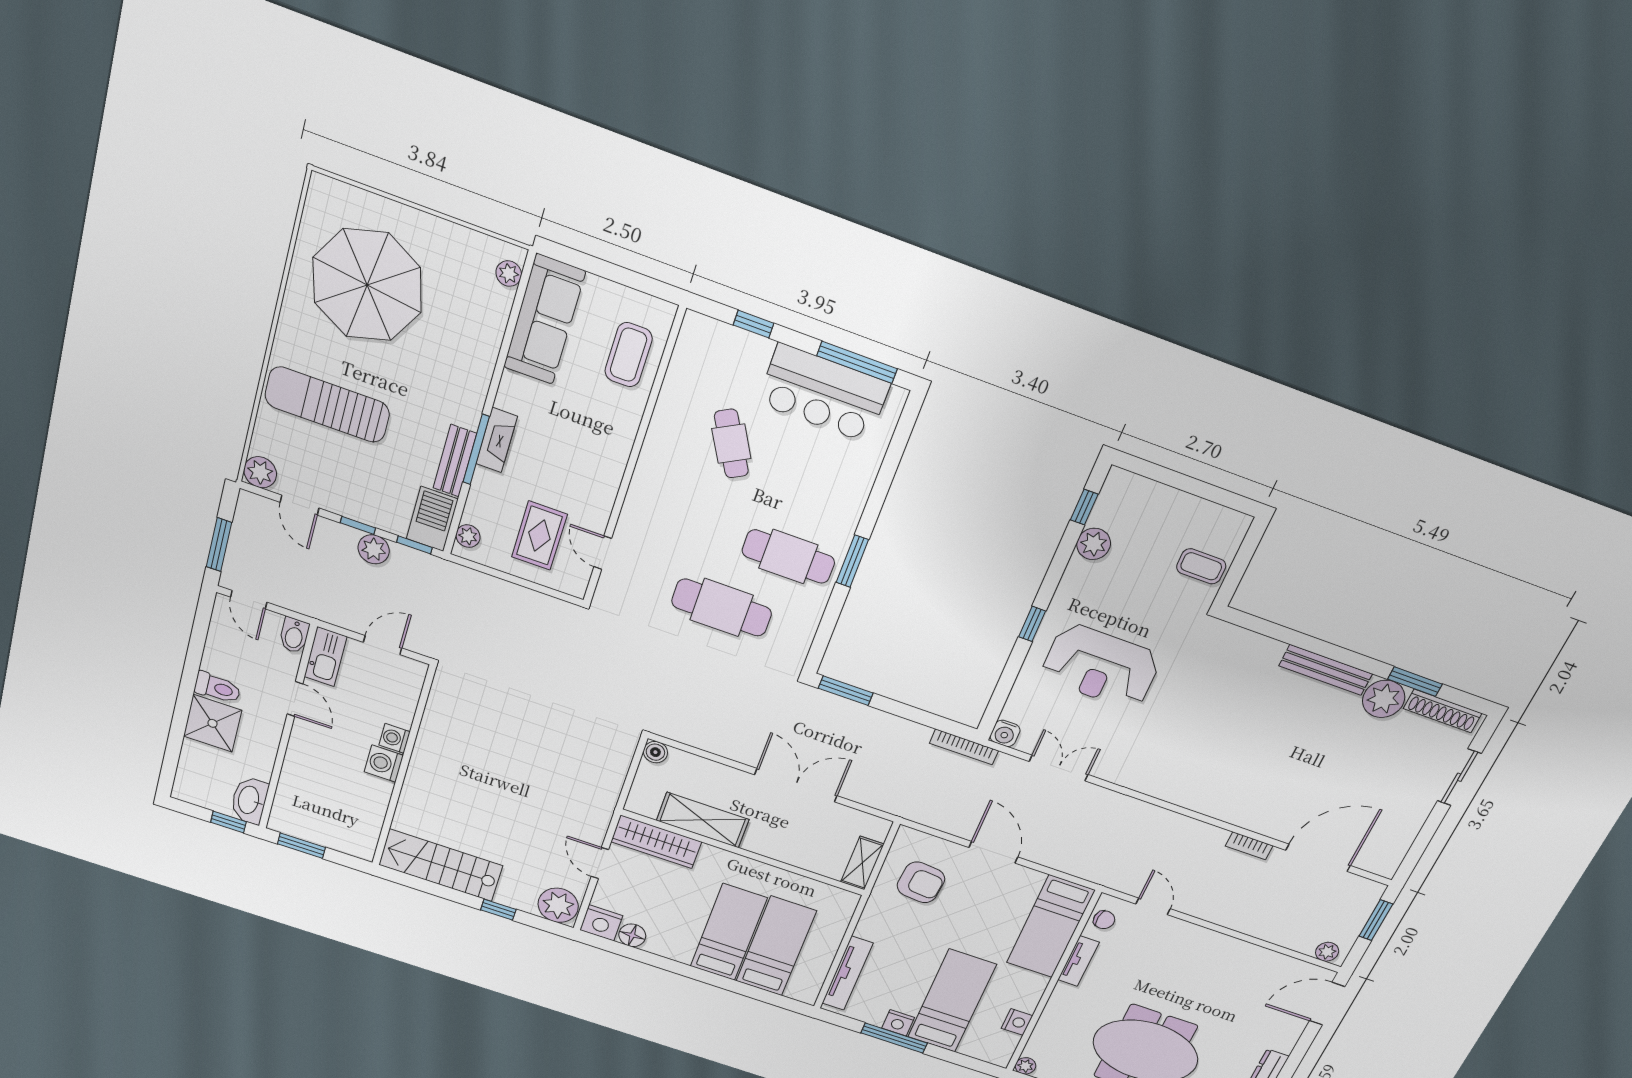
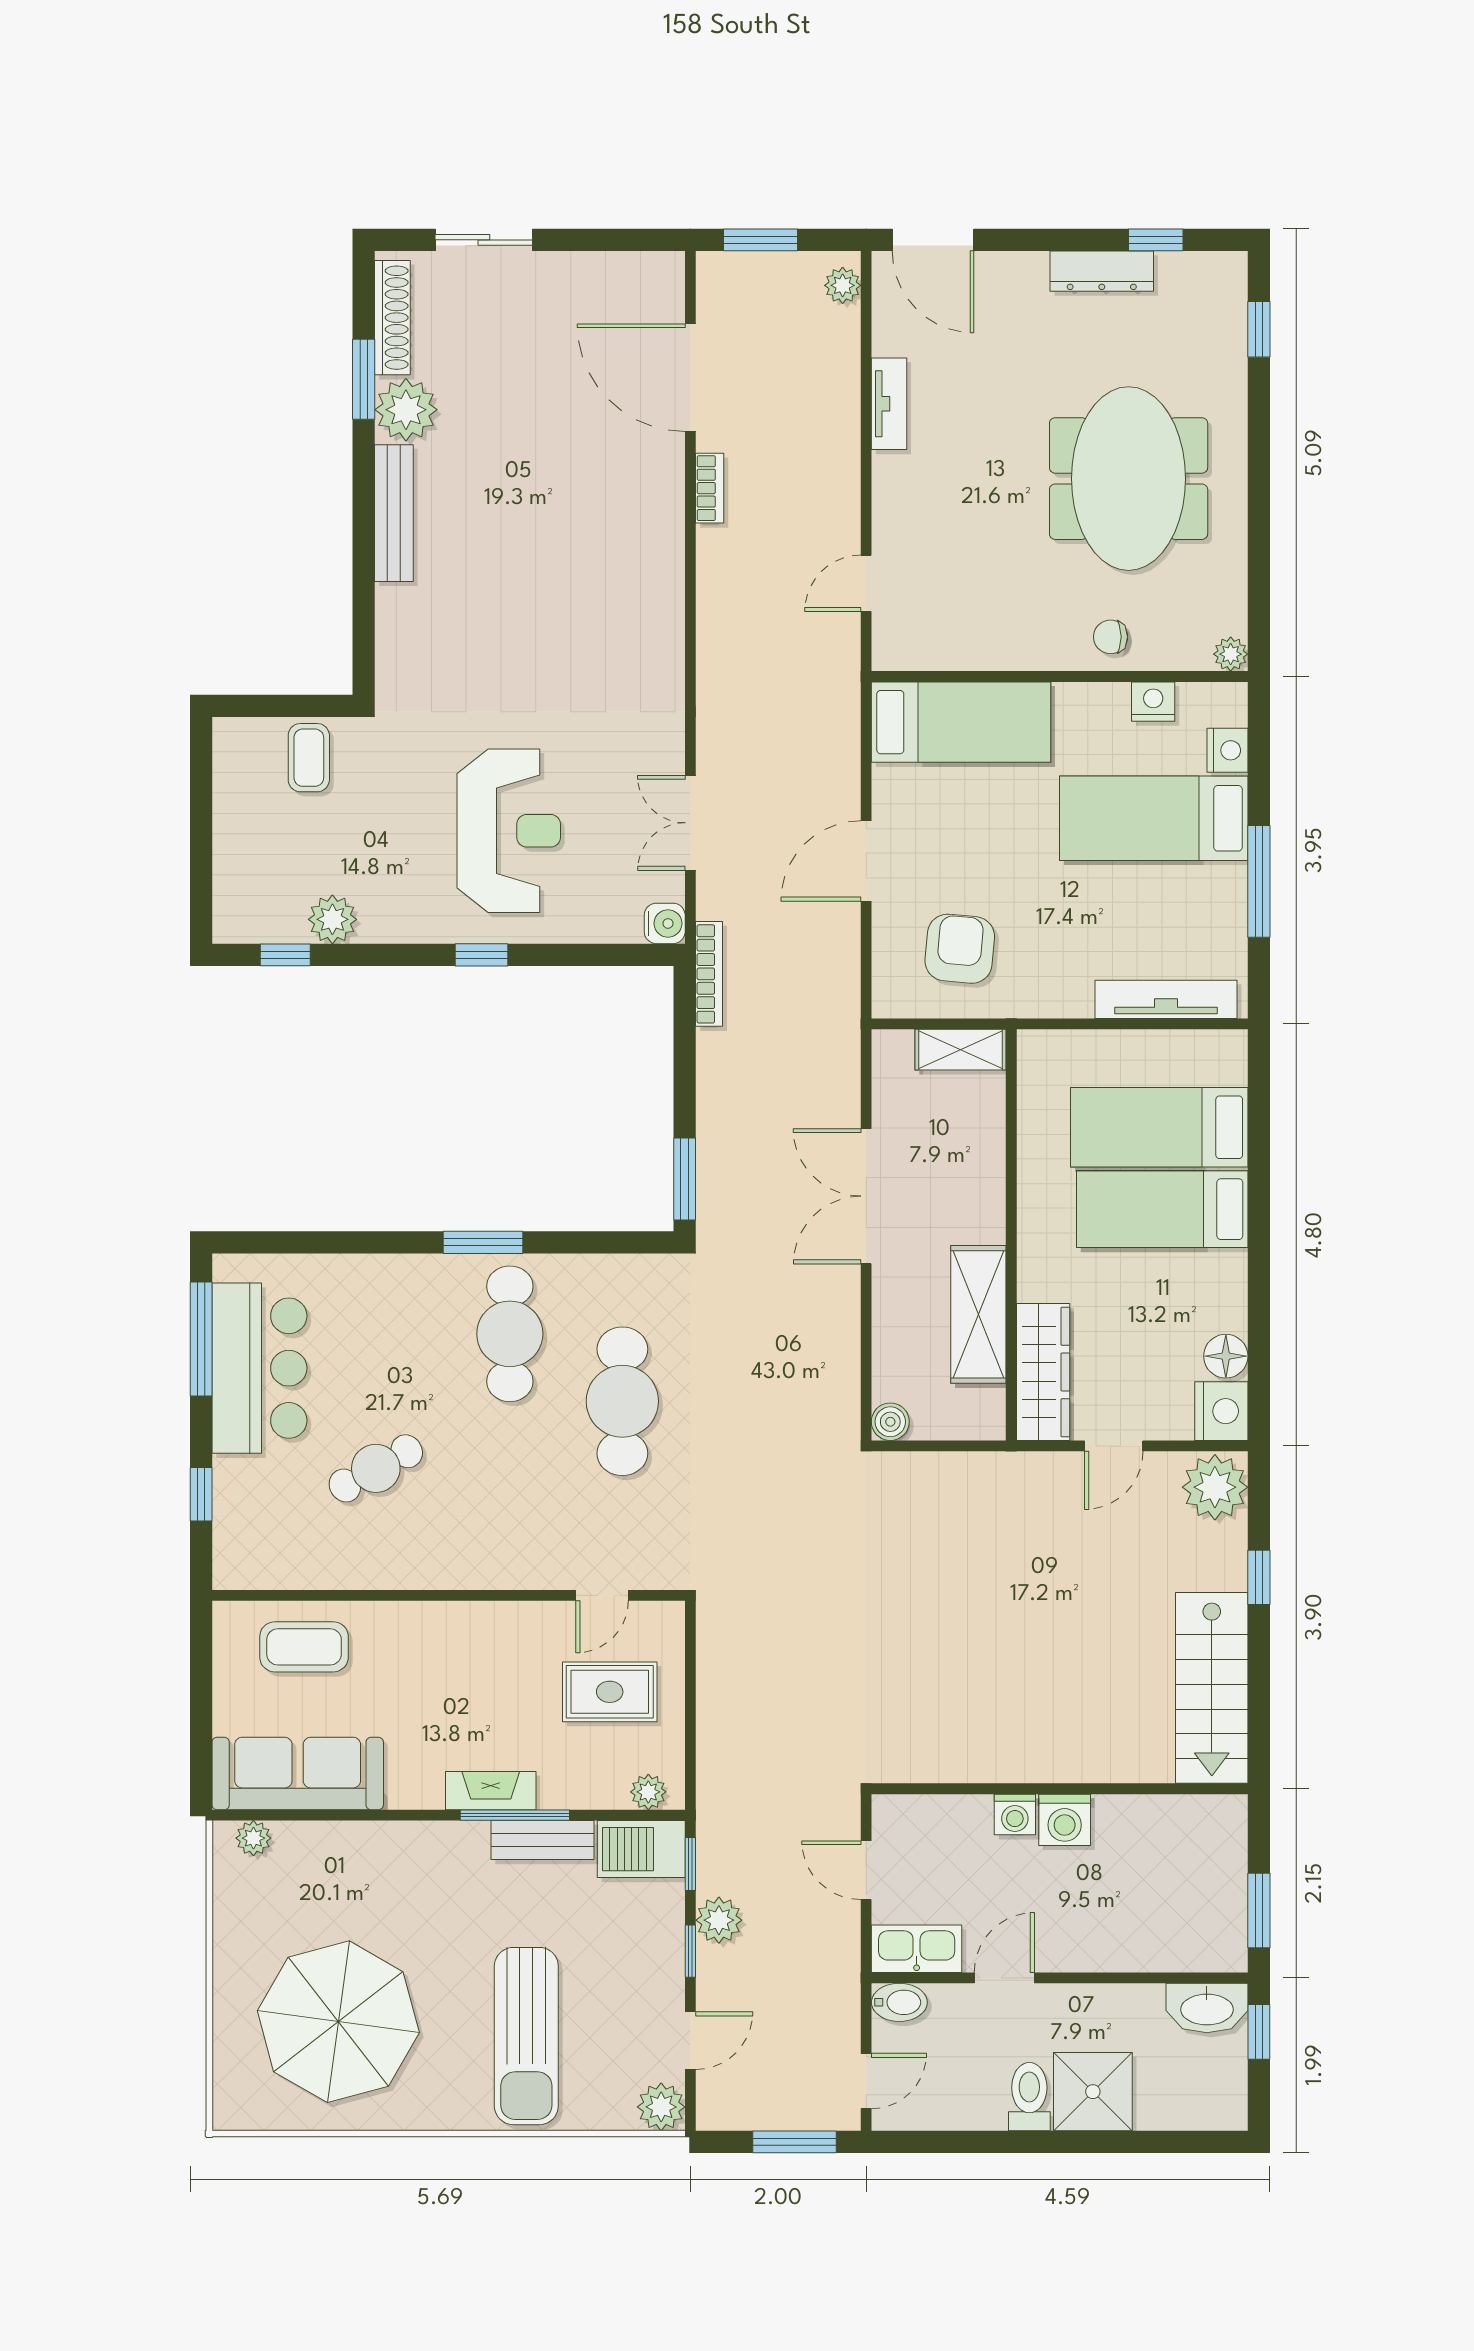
chair: (1104, 920) -> (1111, 637), moved, turned -95
tv unit: (1078, 961) -> (889, 404), moved, turned 90
nightstand: (898, 1023) -> (1227, 750), moved

